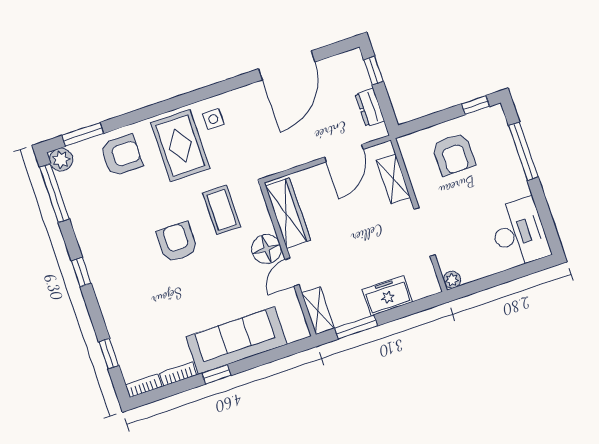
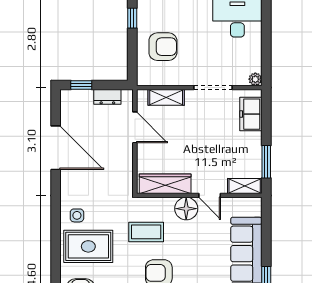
freezer: (387, 296) -> (251, 114), moved

